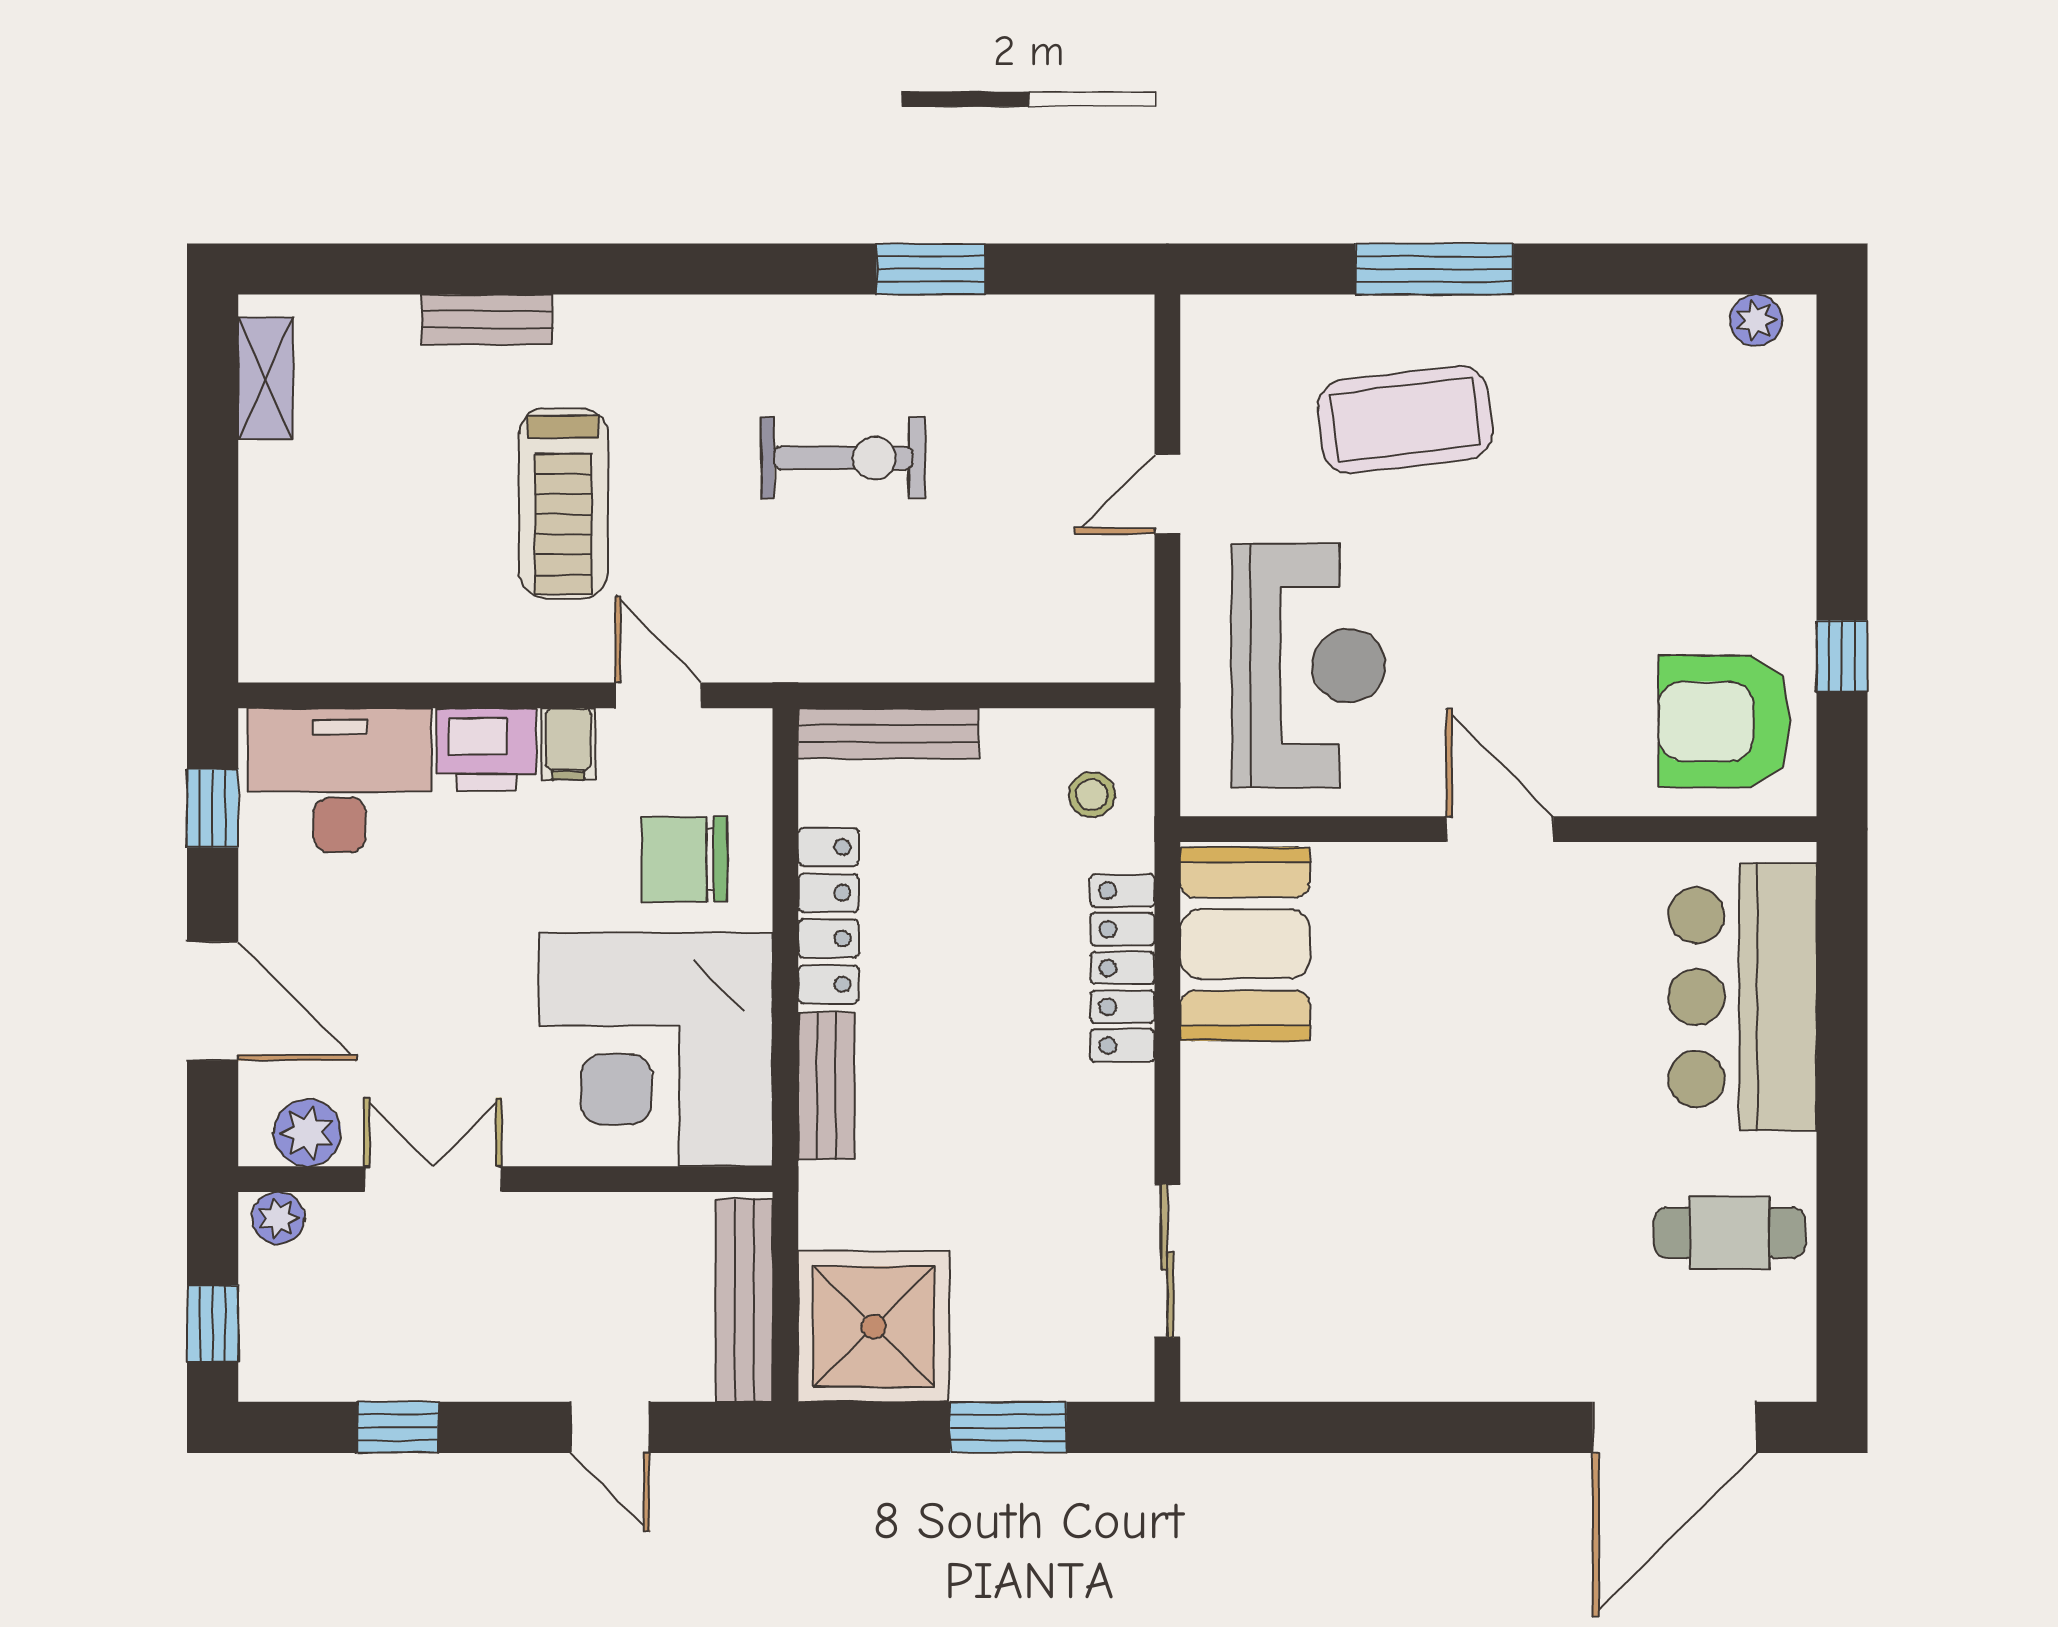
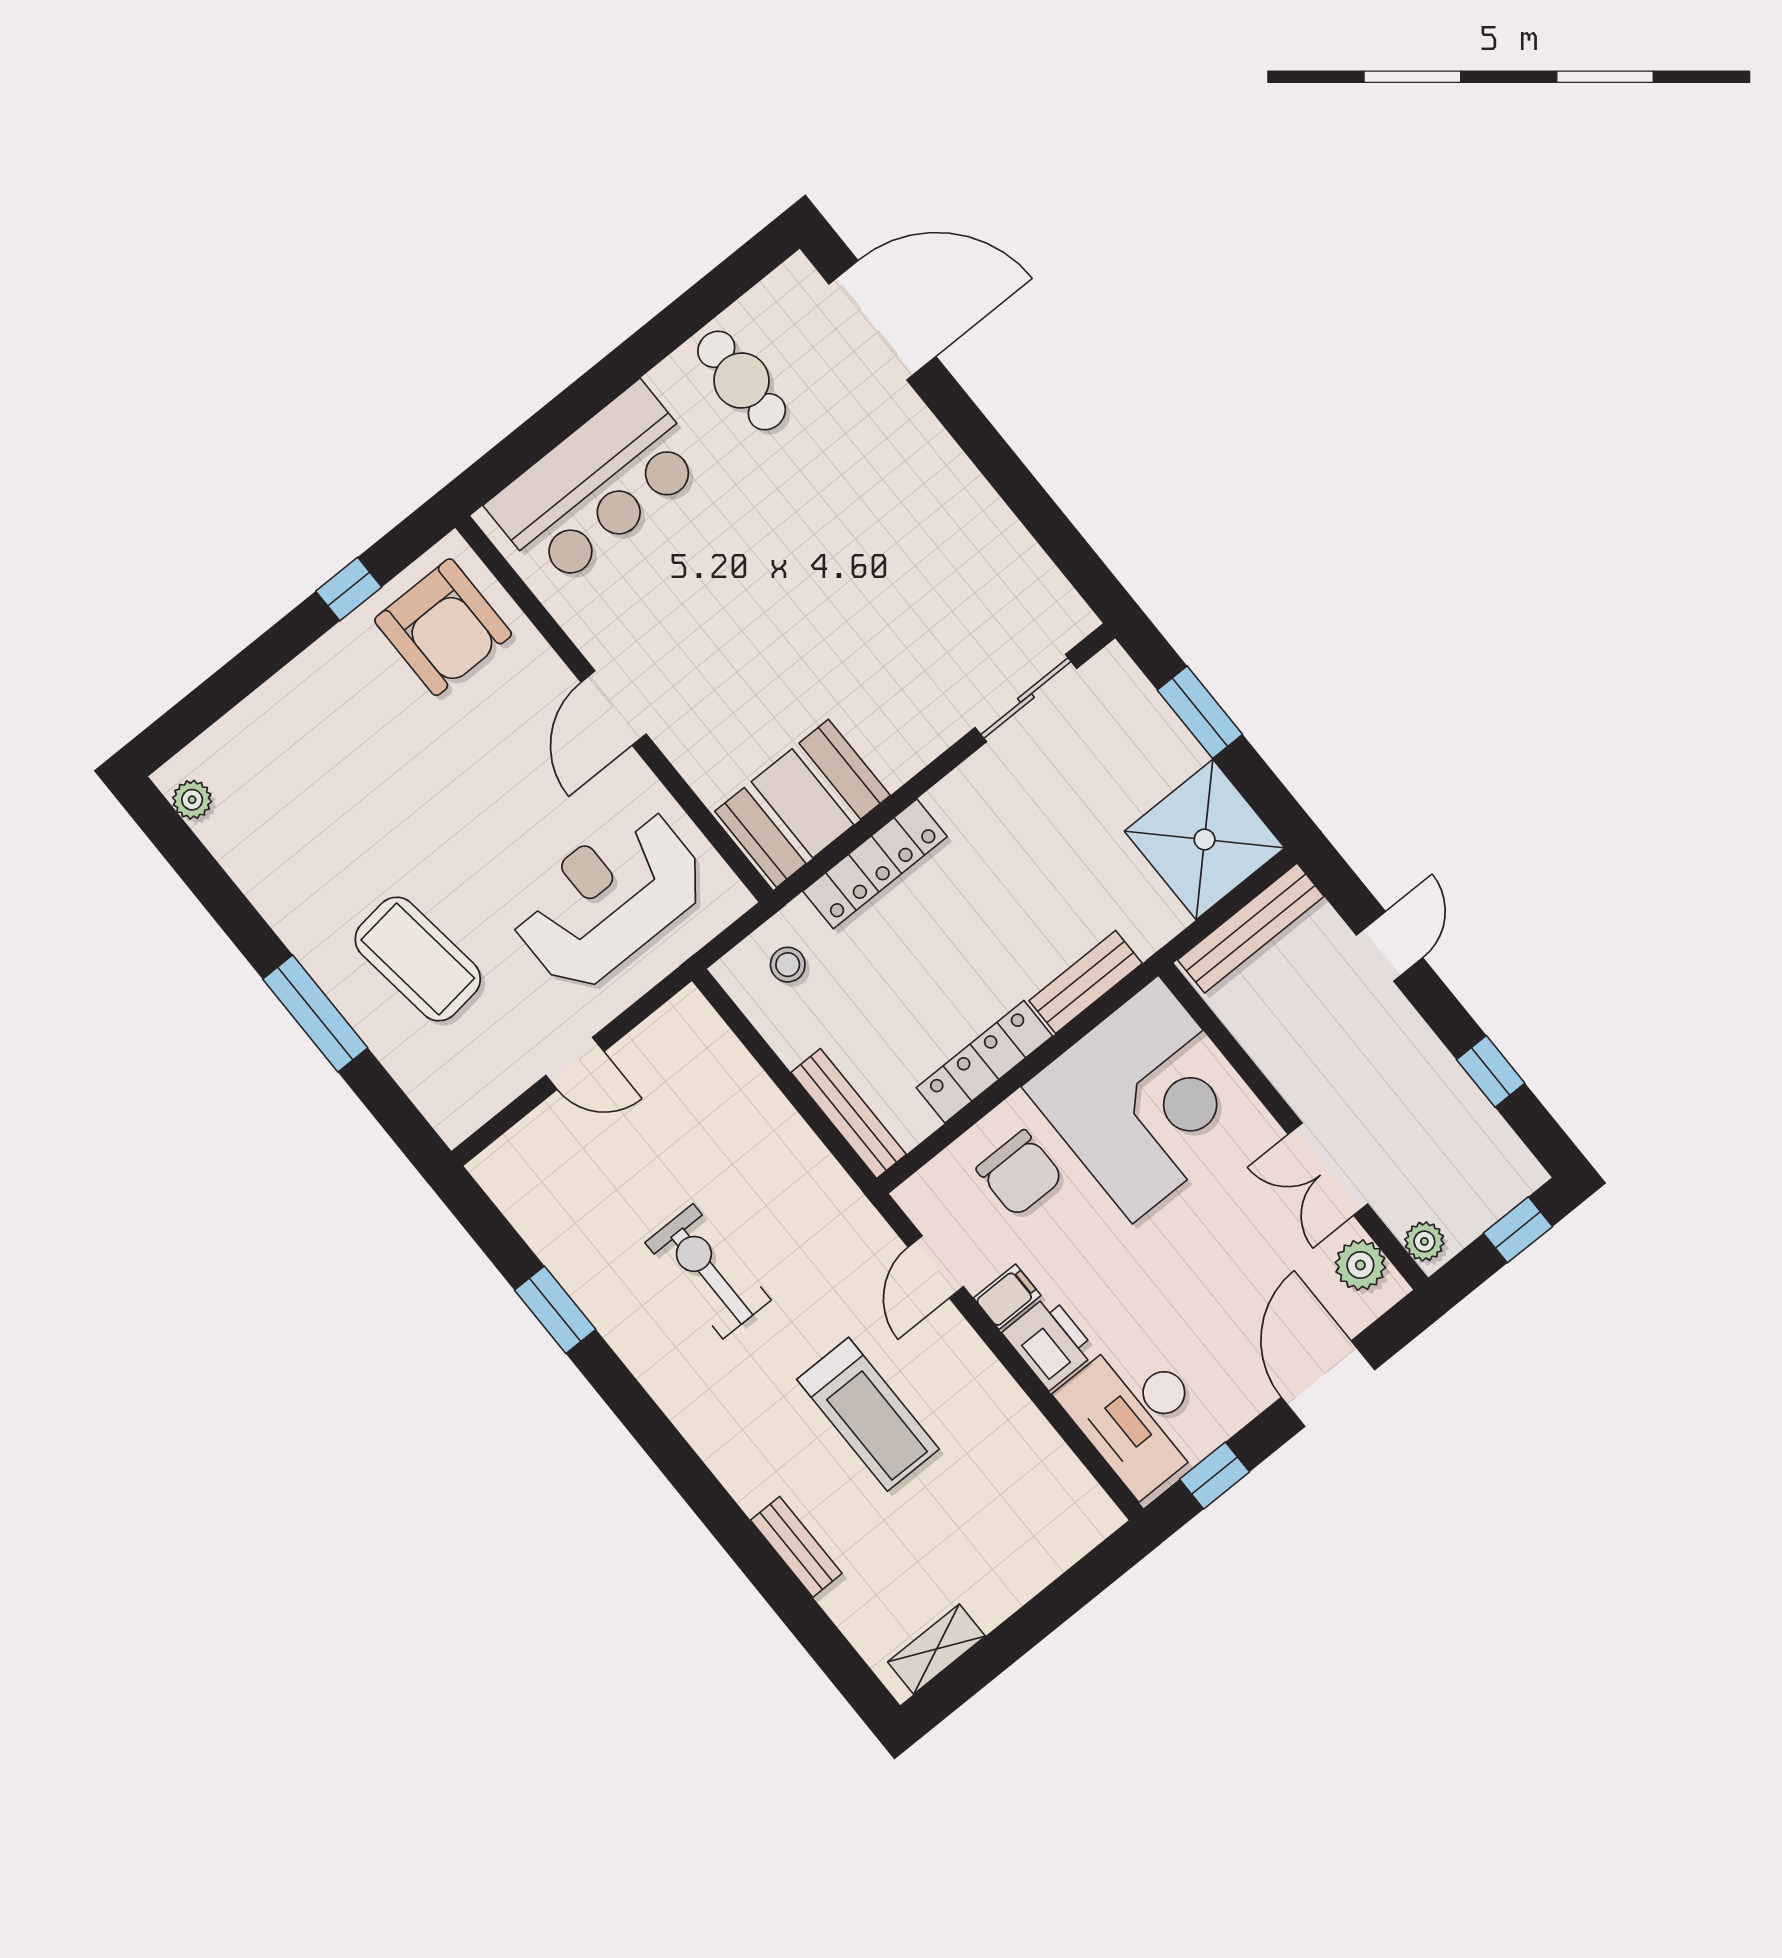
treadmill: (563, 503) -> (868, 1414), turned 90

